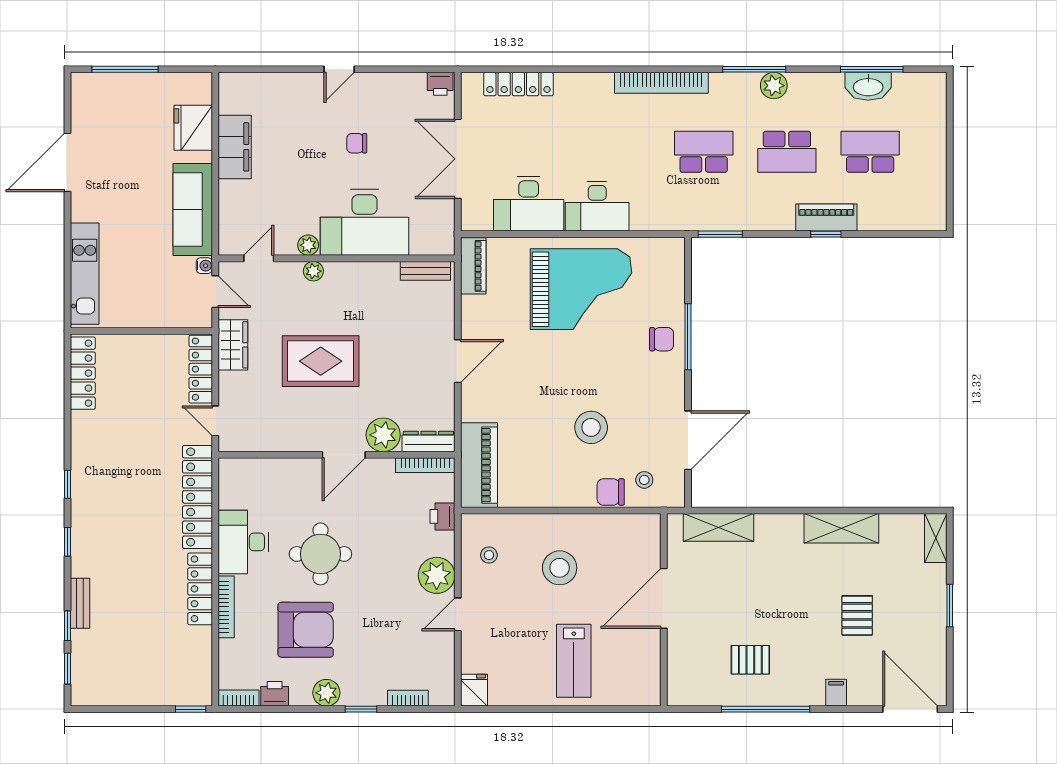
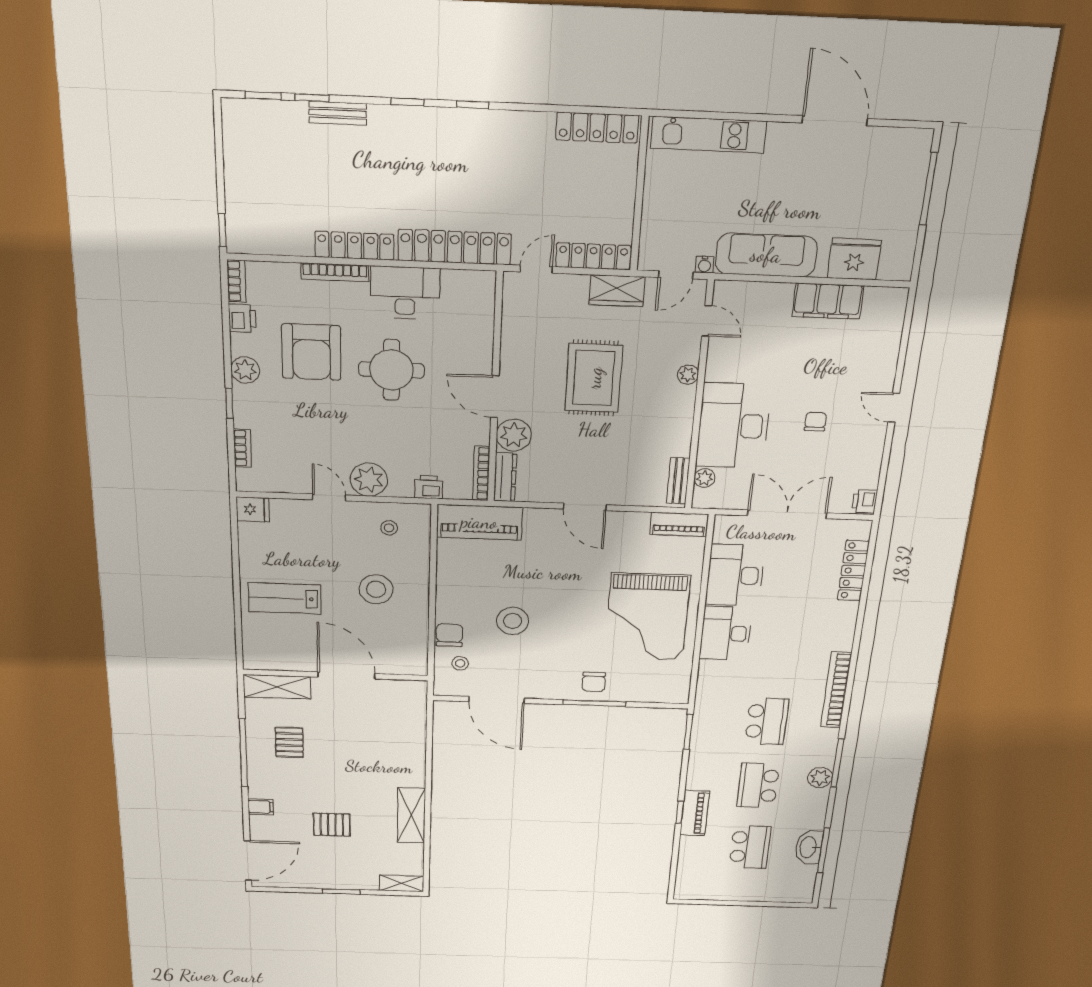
plant: (308, 245) -> (704, 478), moved
shelving: (719, 527) -> (277, 687), moved, turned 90

